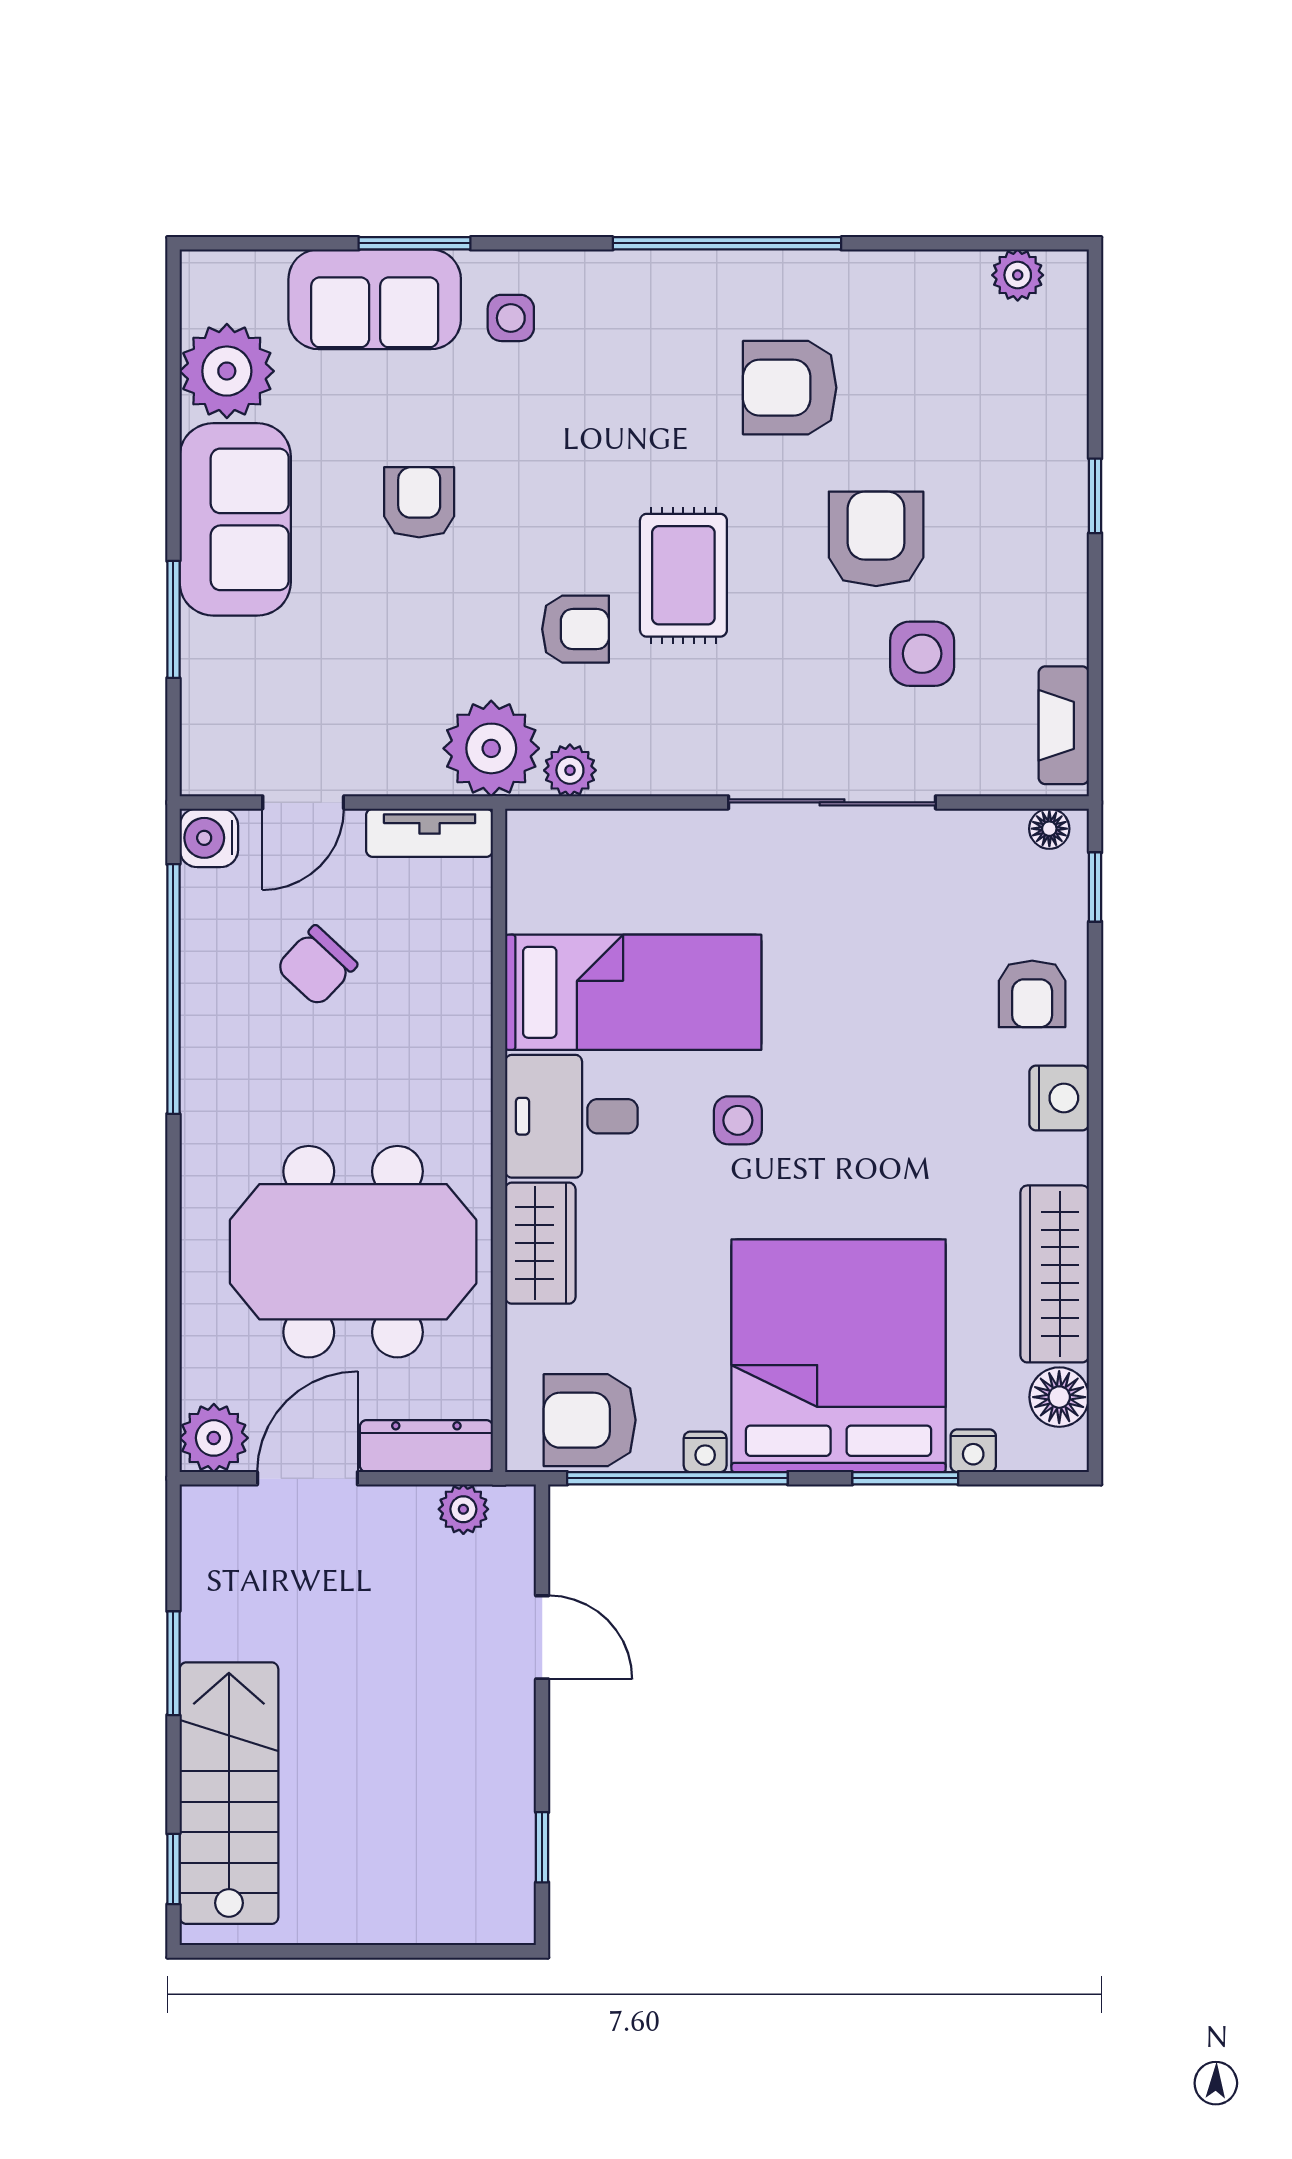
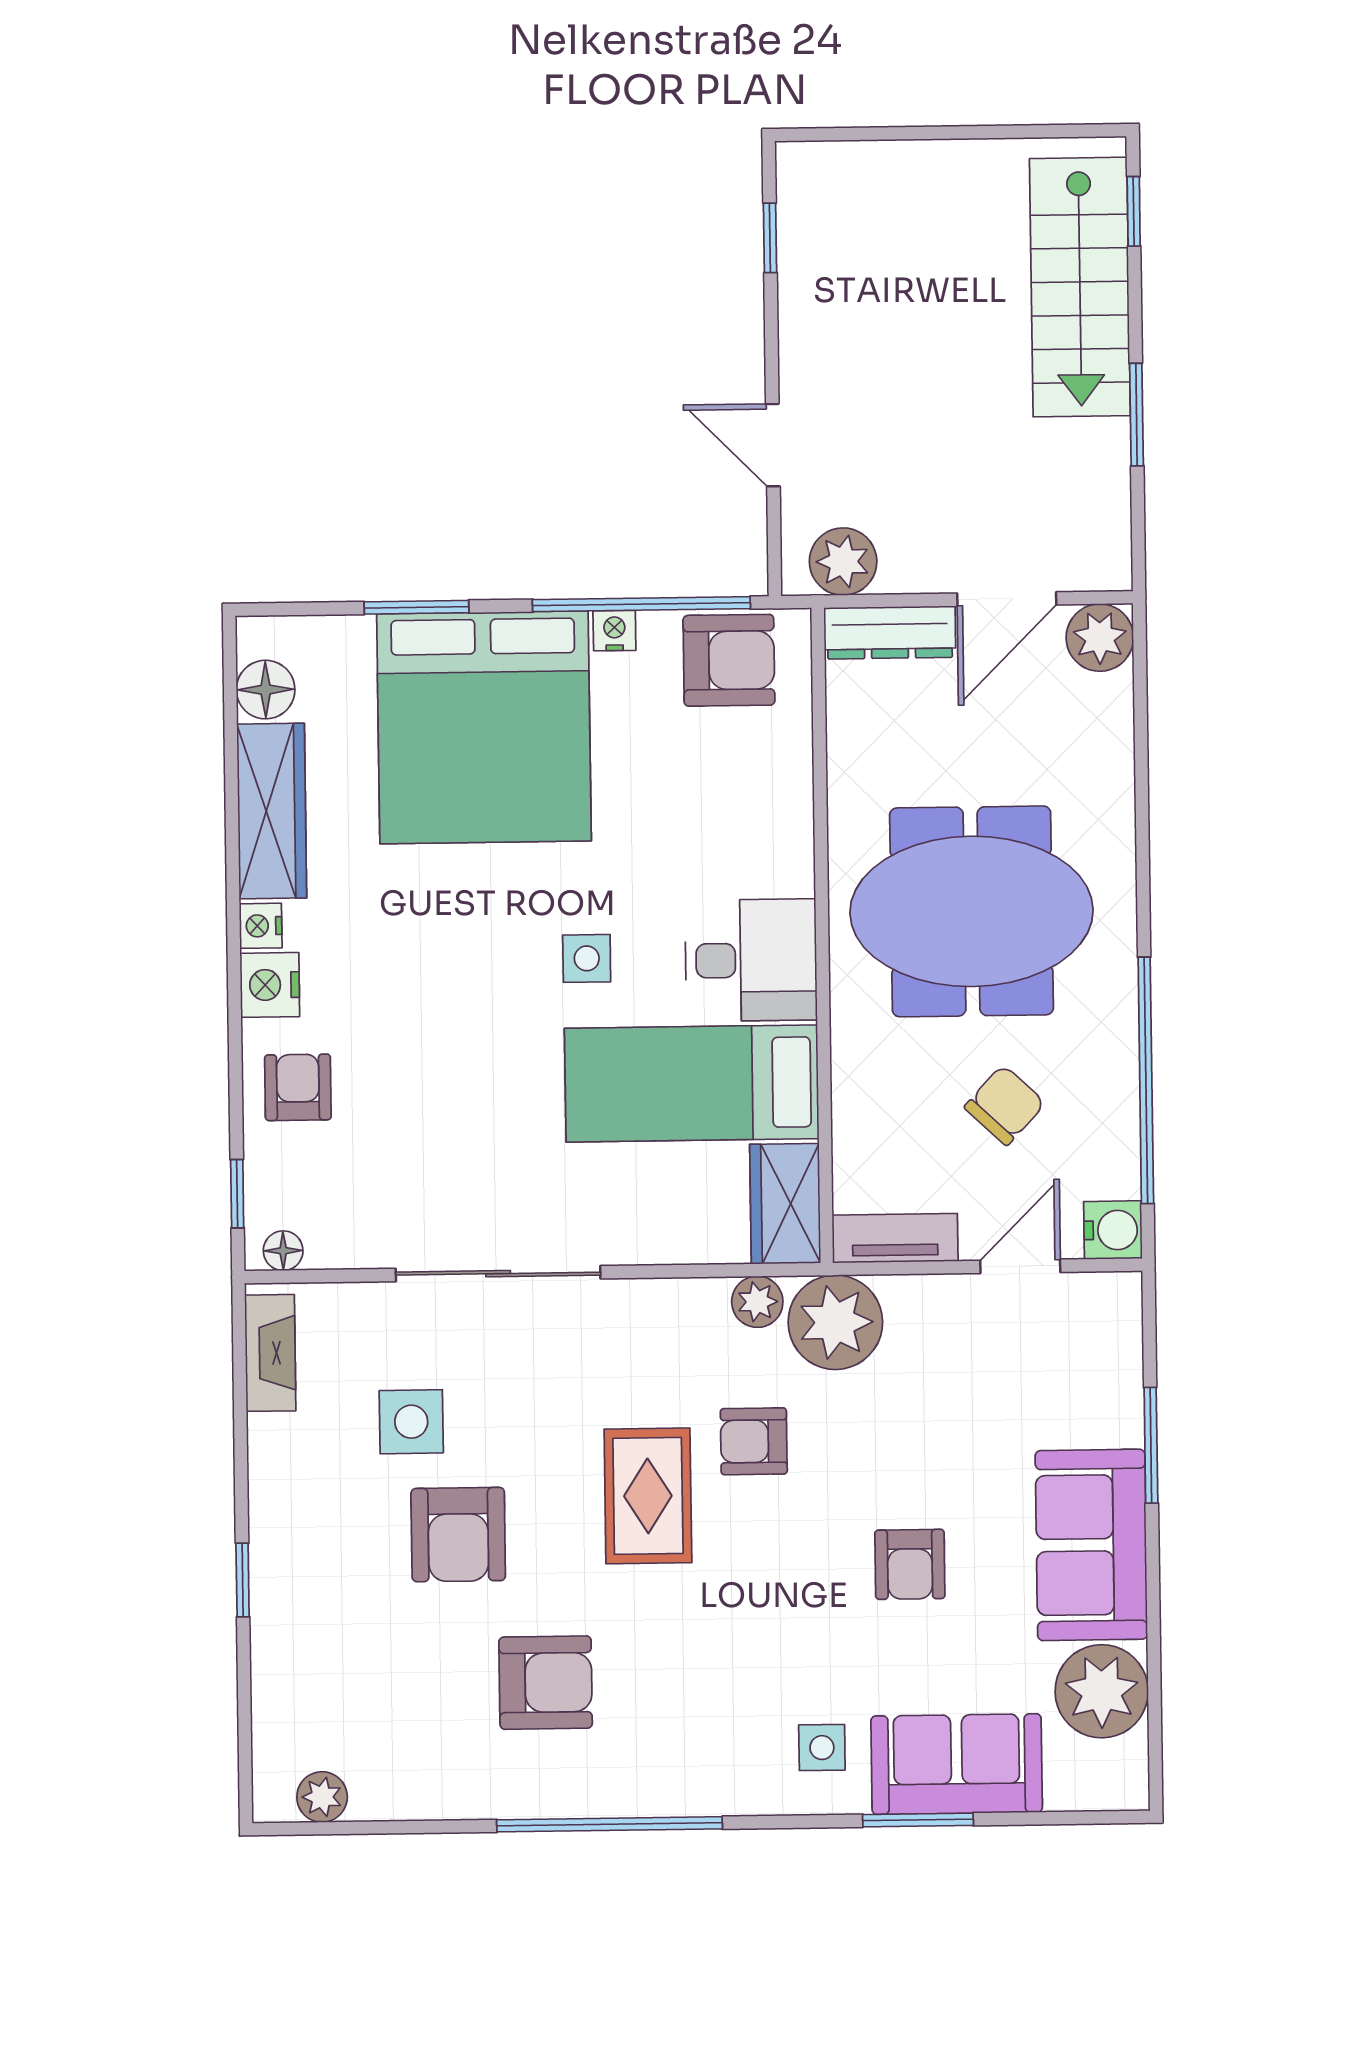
wardrobe: (540, 1243) -> (785, 1204), moved
meeting table: (353, 1252) -> (972, 911), moved
nightstand: (973, 1451) -> (261, 926), moved, turned -90
plant: (463, 1509) -> (843, 562), width x1.38, depth x1.38

